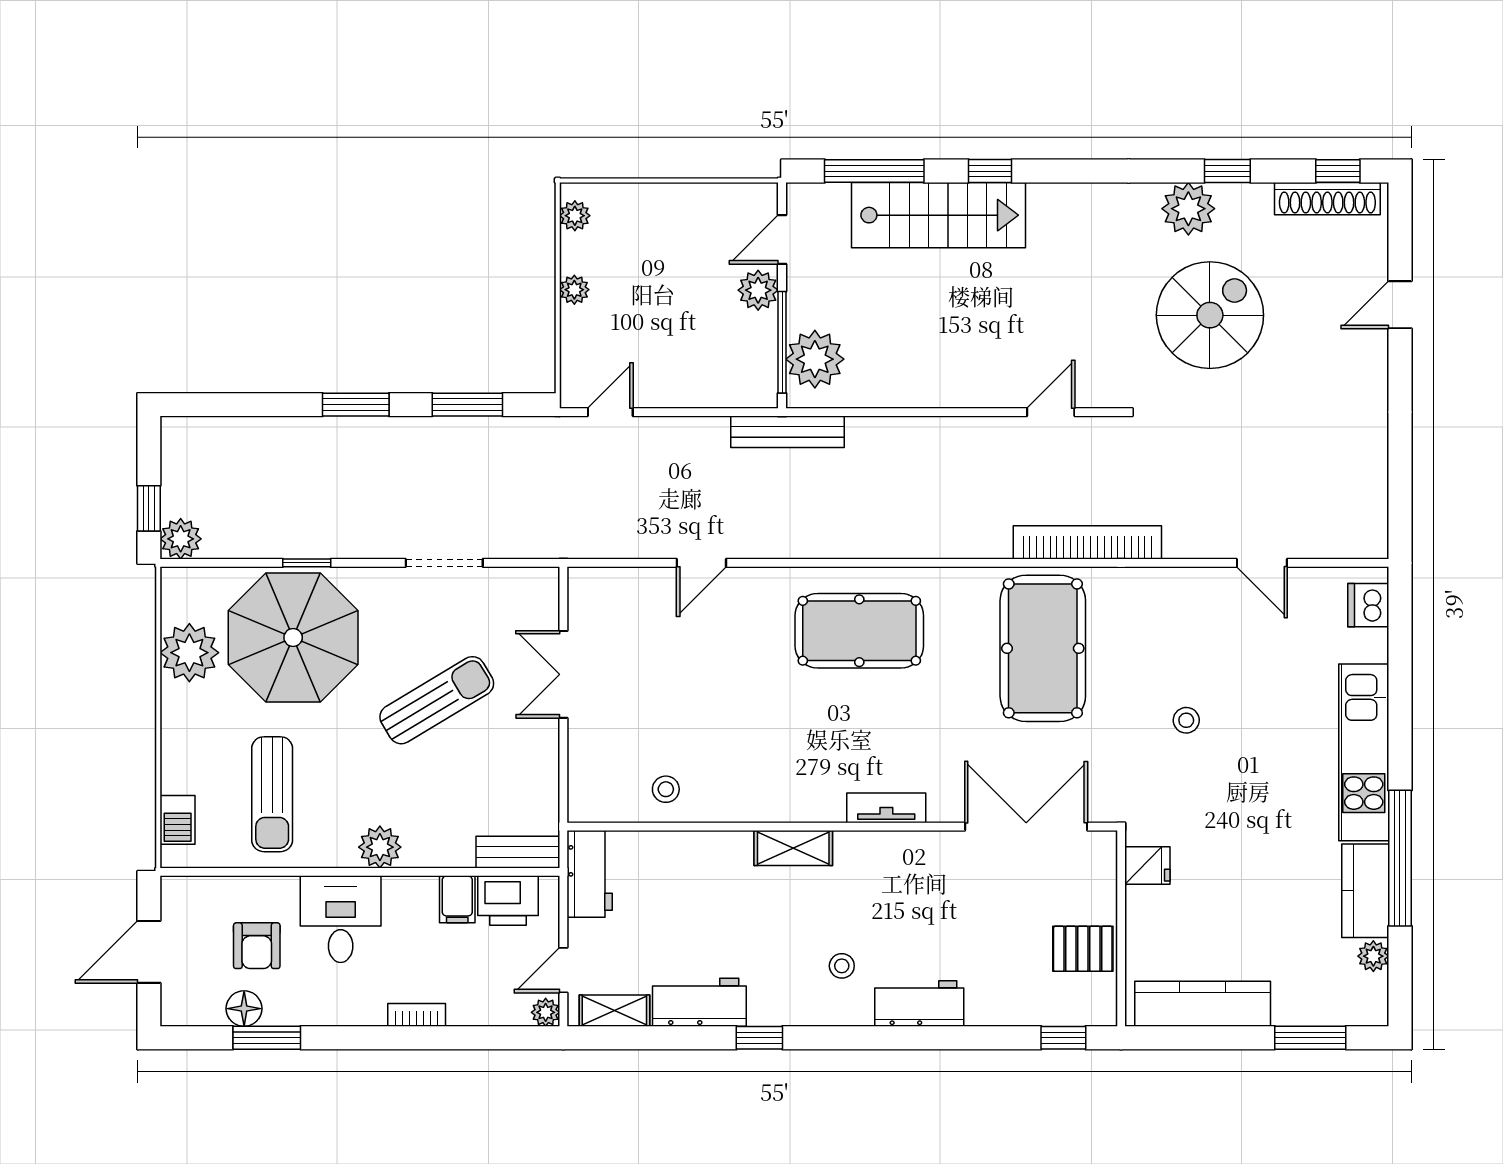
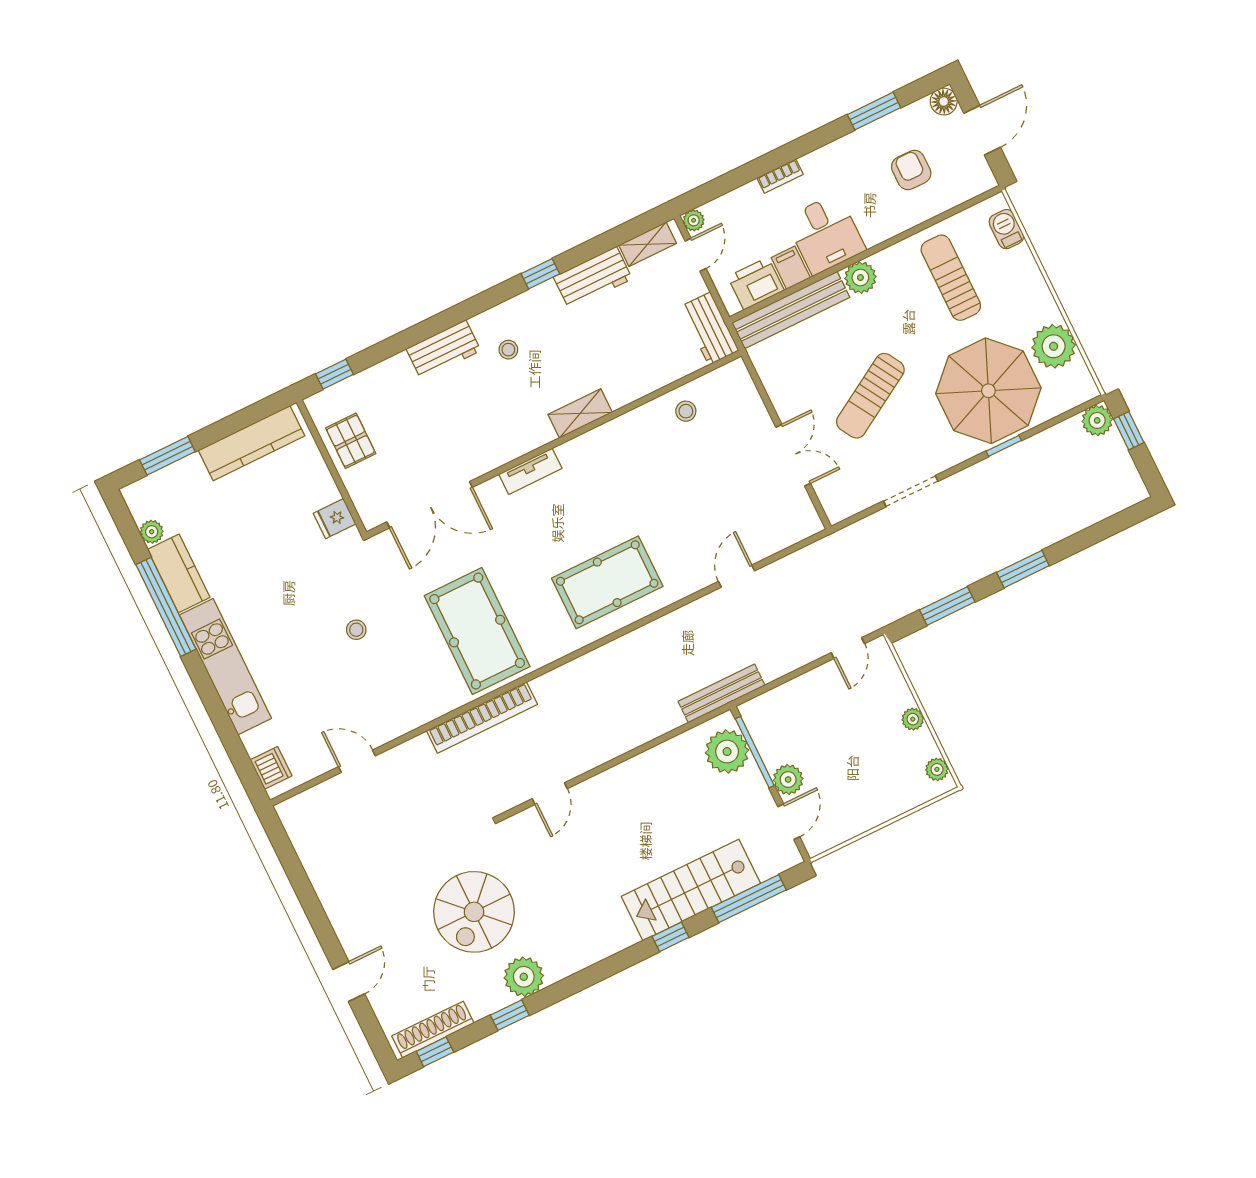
bench: (518, 852) -> (791, 310), width x1.86, depth x1.21
desk: (341, 919) -> (825, 234), moved
pallet: (1083, 949) -> (351, 441), turned 90
floor lamp: (244, 1009) -> (944, 101), moved

